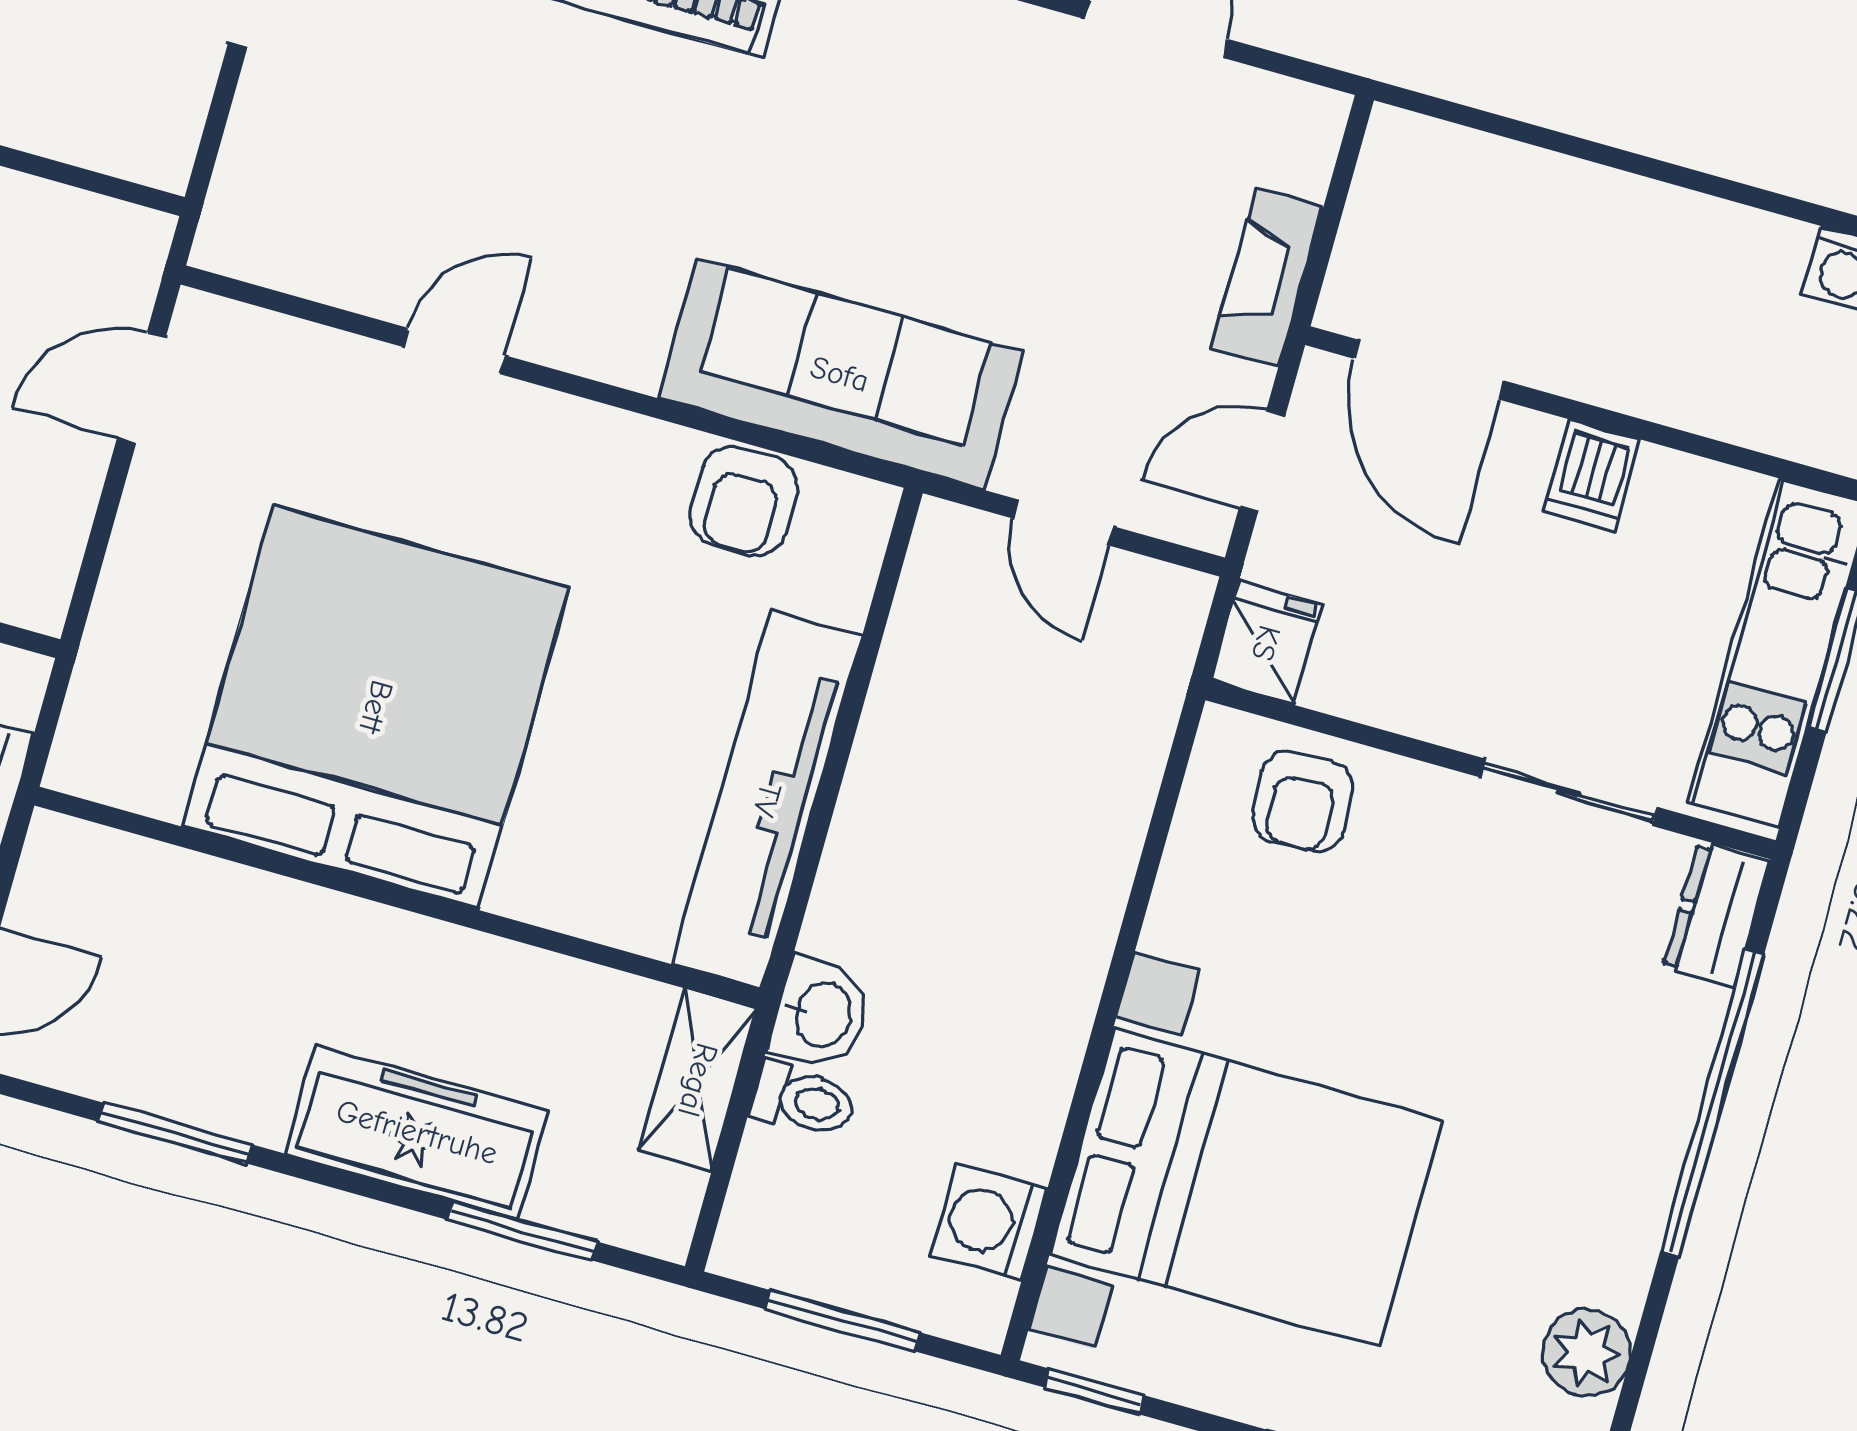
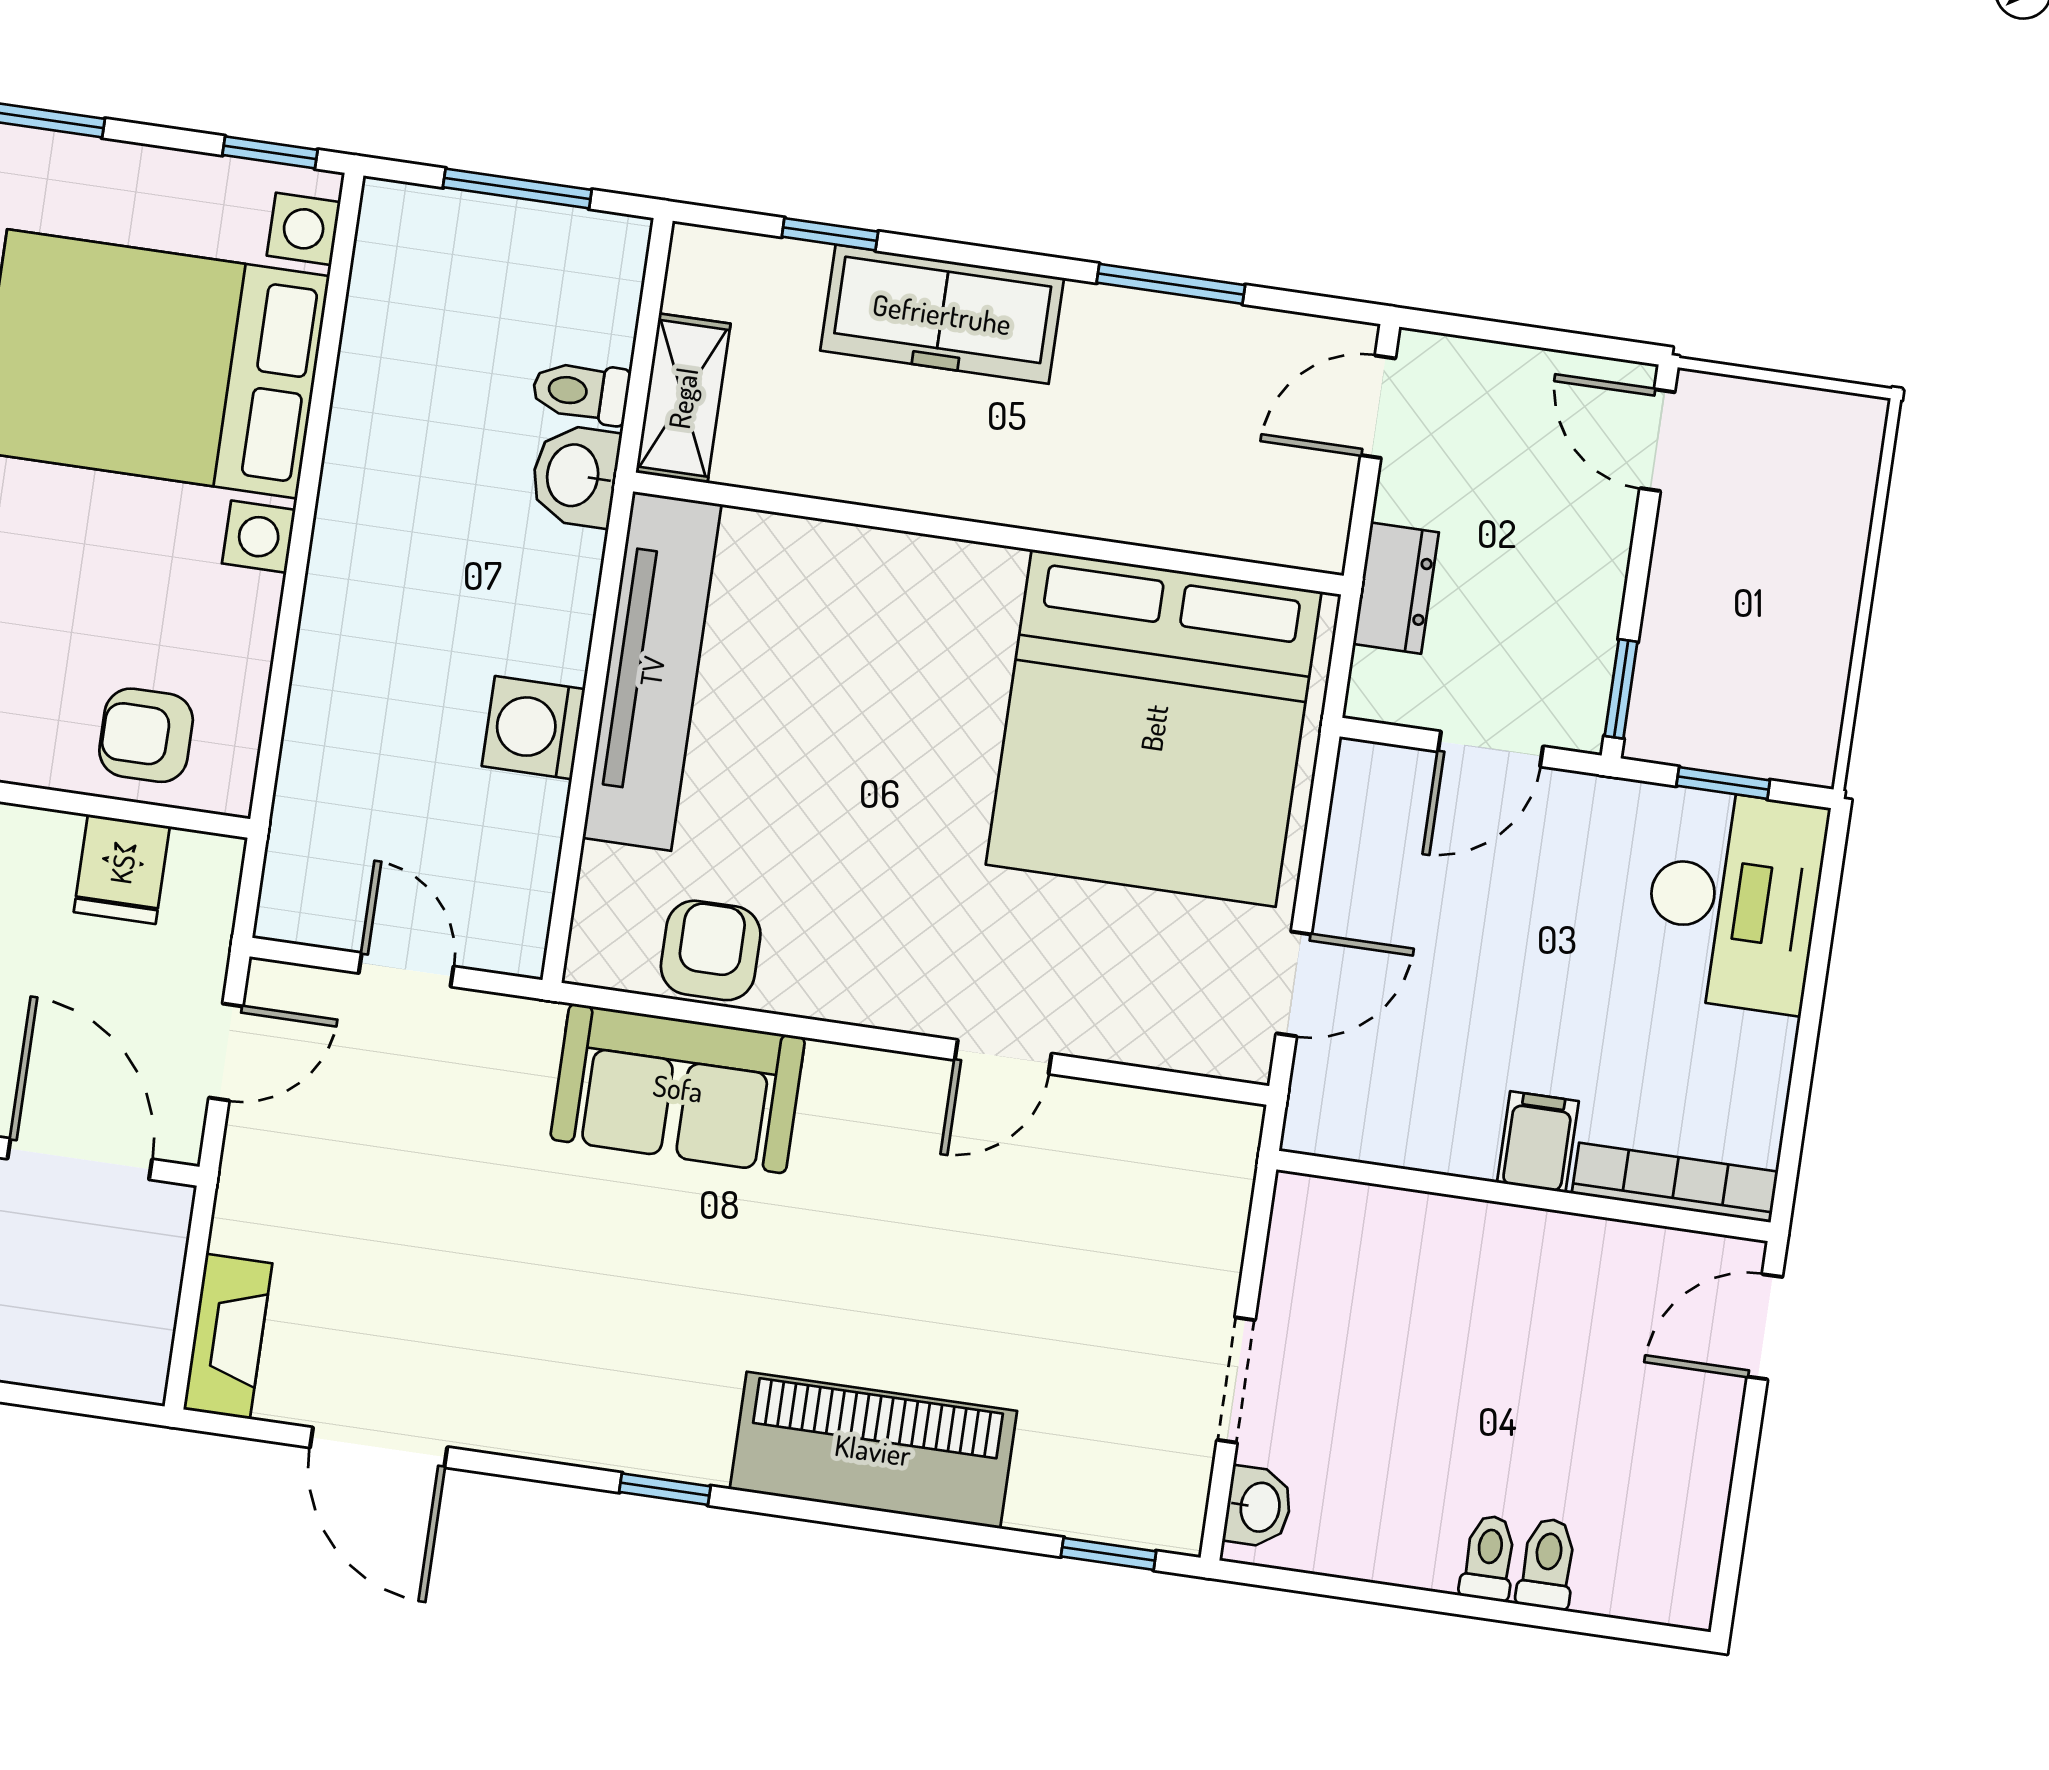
fireplace: (1267, 277) -> (228, 1336), moved
sofa: (840, 374) -> (678, 1088), width x0.73
fridge: (1266, 643) -> (122, 869), moved
bed: (376, 707) -> (1154, 728), moved
armchair: (1302, 802) -> (146, 735), turned -87
washing machine: (988, 1222) -> (533, 728), moved, turned 180
window: (523, 1231) -> (830, 234), width x0.67

